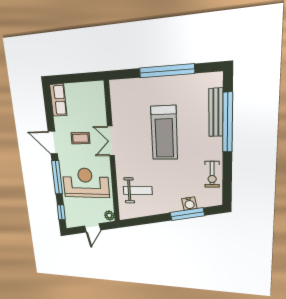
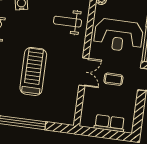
row of seats: (58, 100) -> (109, 123), moved, turned 90

